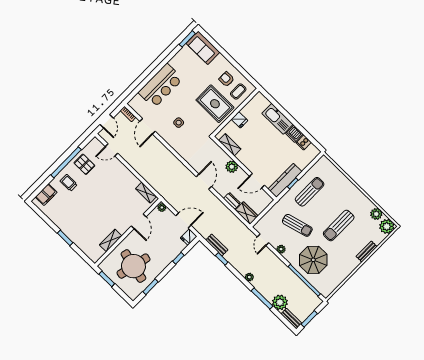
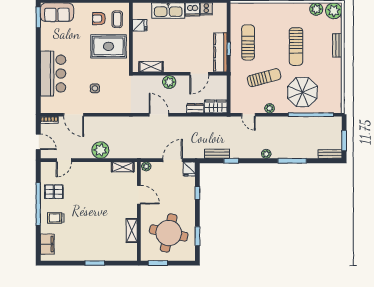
fridge: (239, 120) -> (140, 25), moved
plant: (280, 302) -> (100, 150), moved

